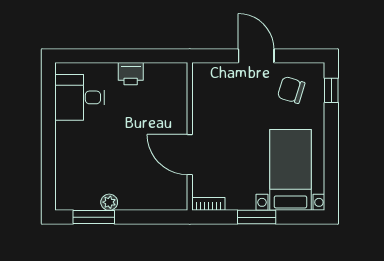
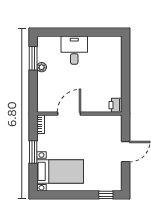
printer: (131, 74) -> (115, 105), moved
chair: (291, 90) -> (106, 172), removed
desk: (80, 97) -> (74, 50), moved

